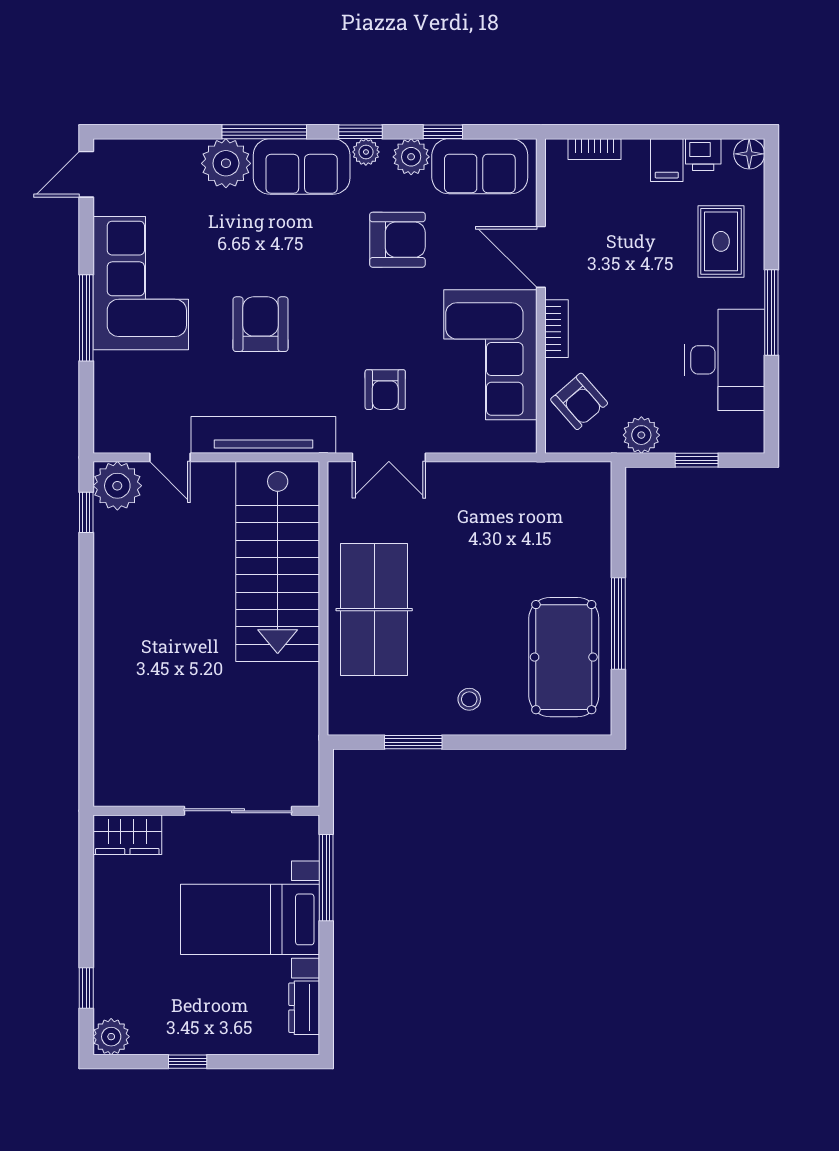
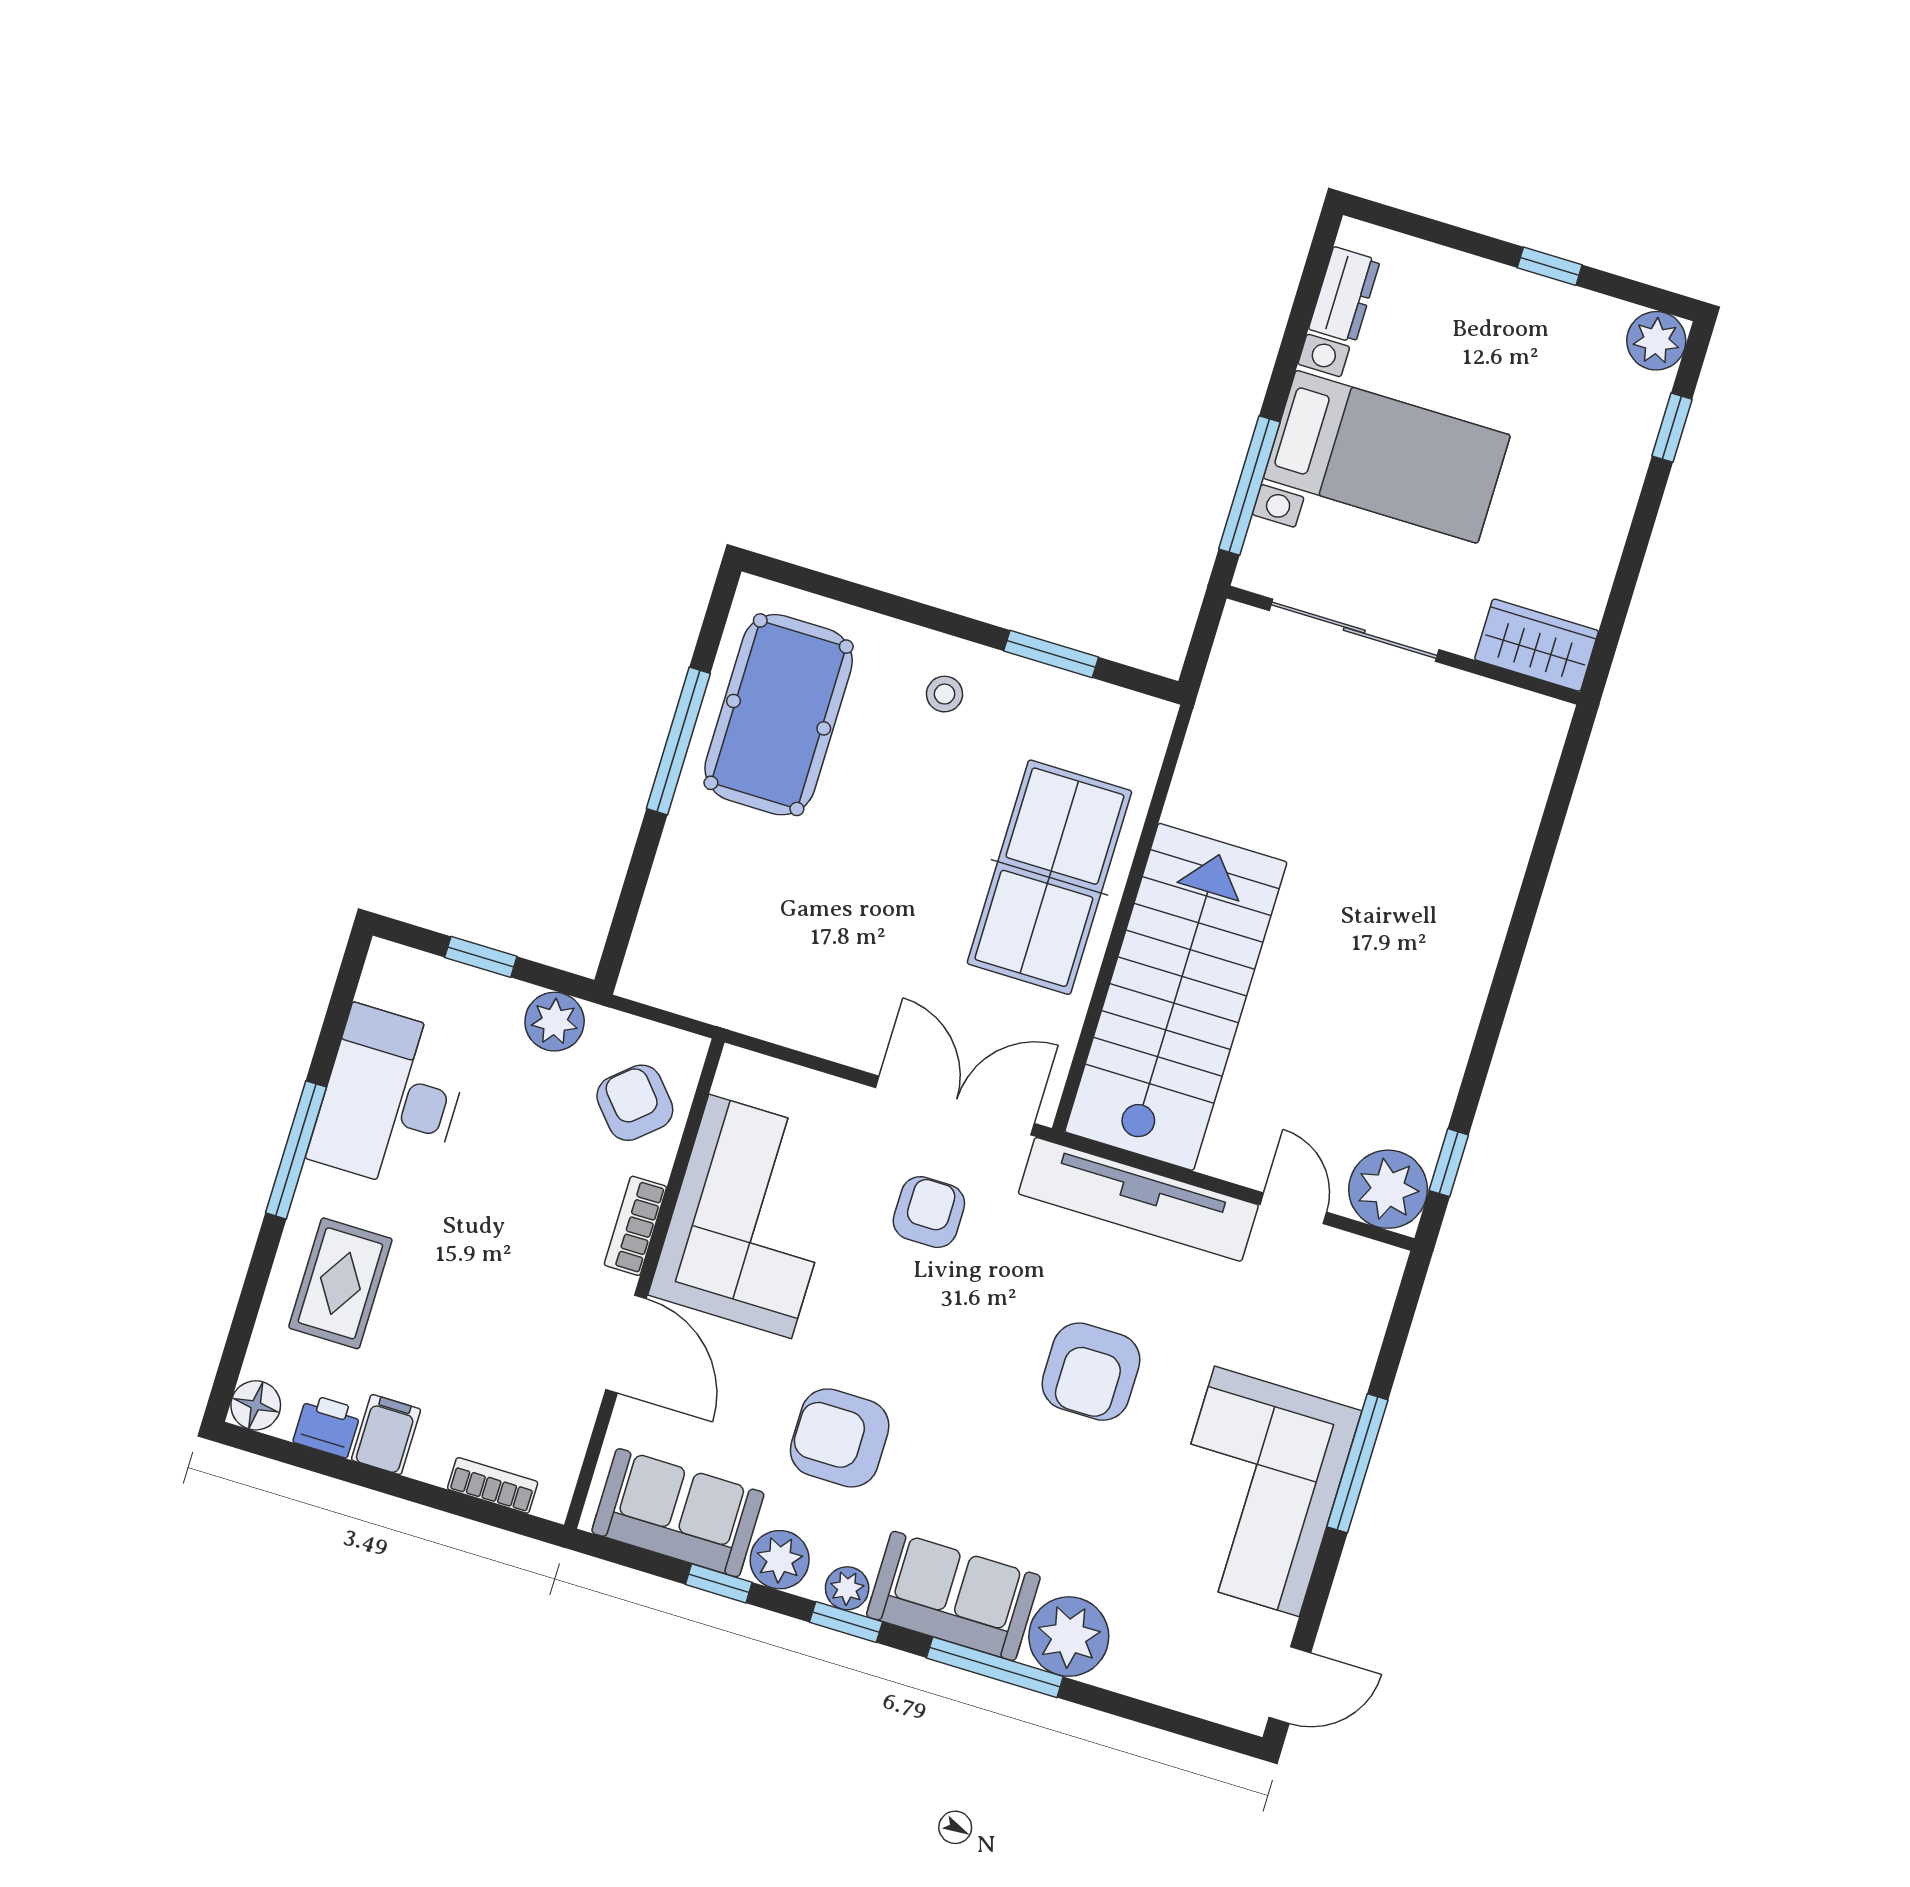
double door: (389, 457) -> (955, 1106), width x1.37

